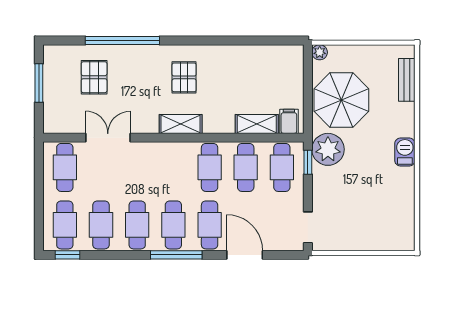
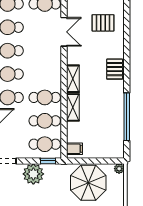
window: (122, 41) -> (127, 117), moved
pallet: (184, 77) -> (115, 69), moved, turned 90
shelving: (257, 124) -> (73, 107), moved
plant: (328, 149) -> (33, 174), moved

